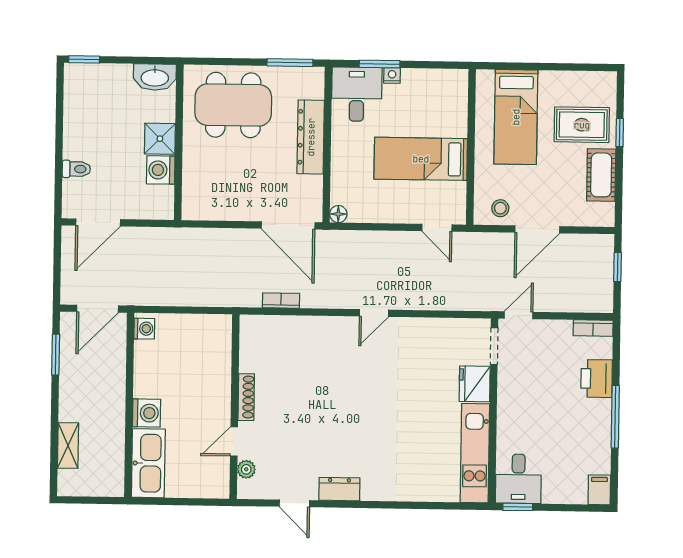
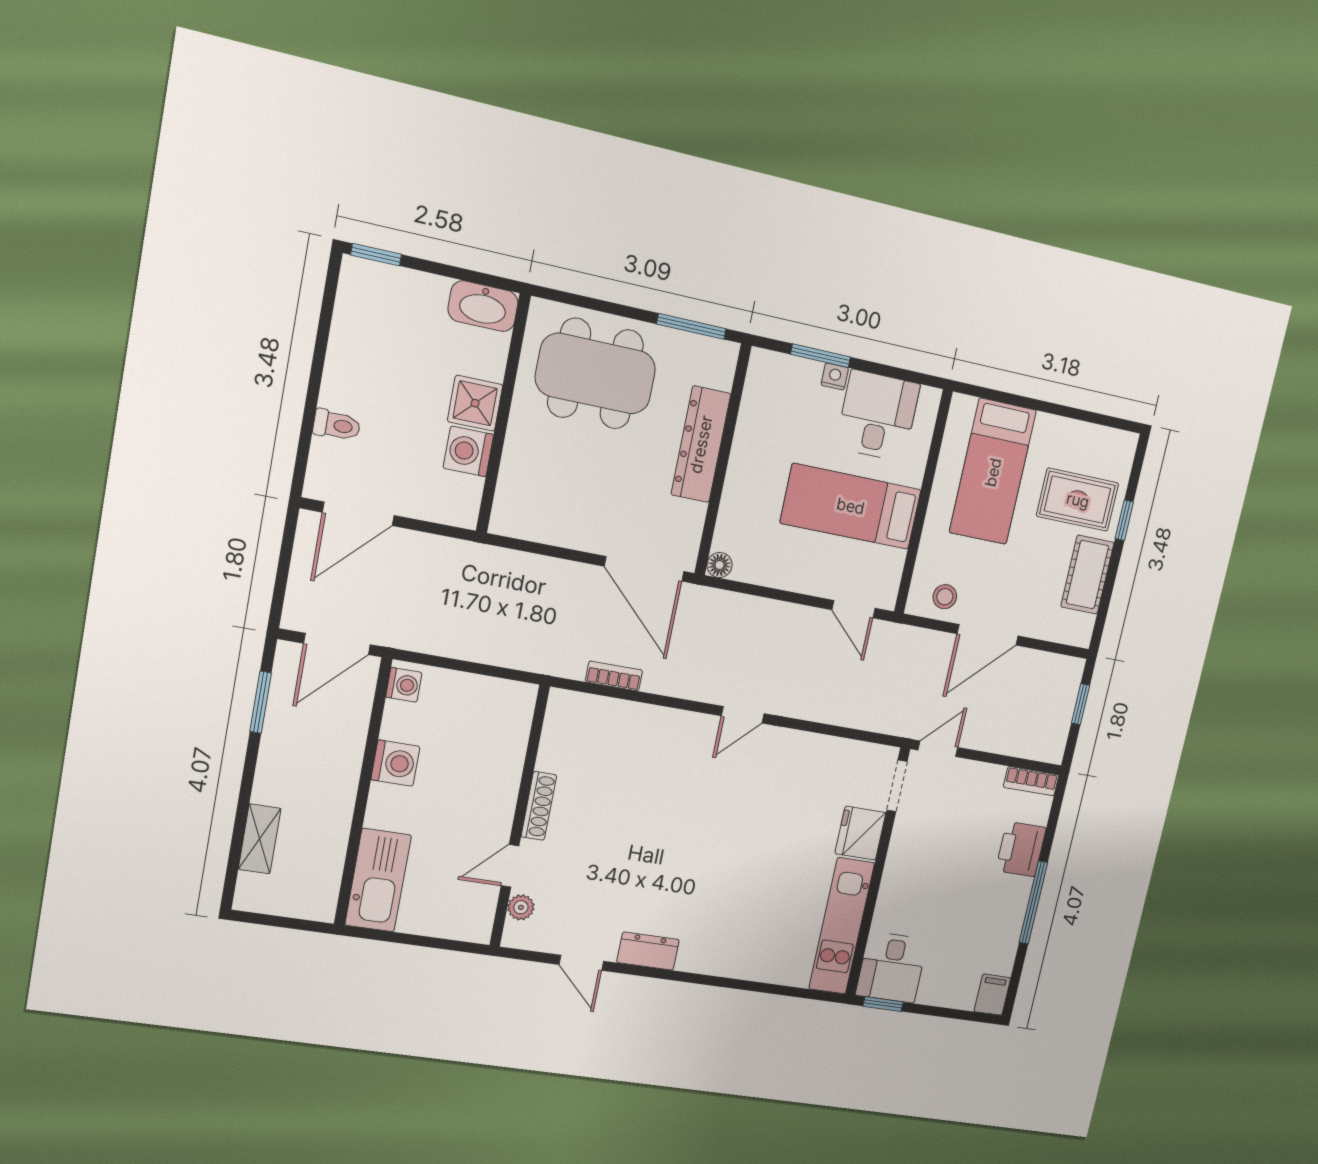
desk: (357, 94) -> (878, 416), moved
washing machine: (147, 413) -> (395, 763), moved

